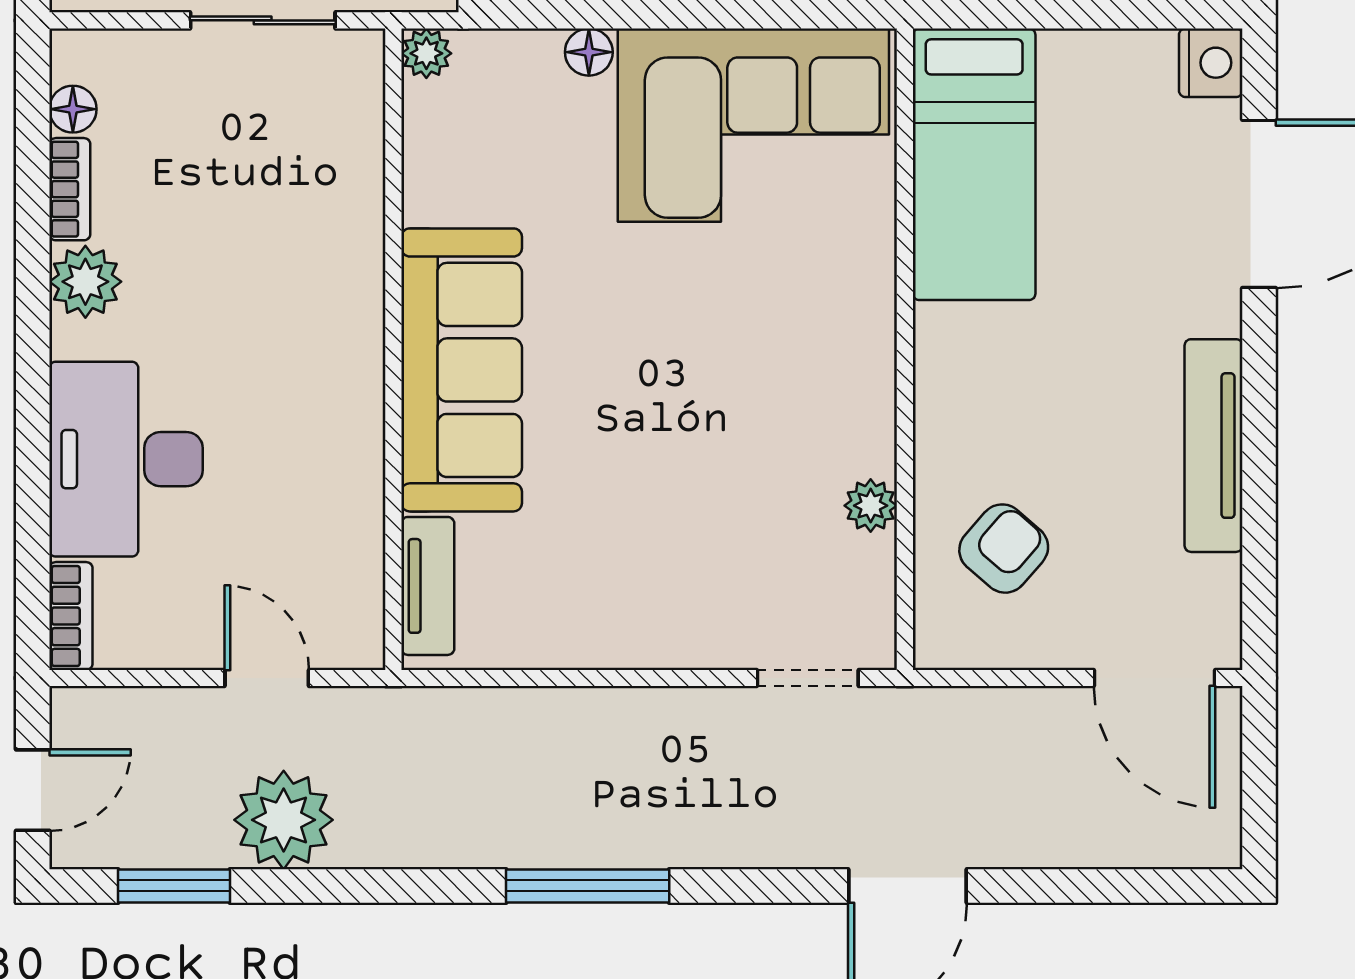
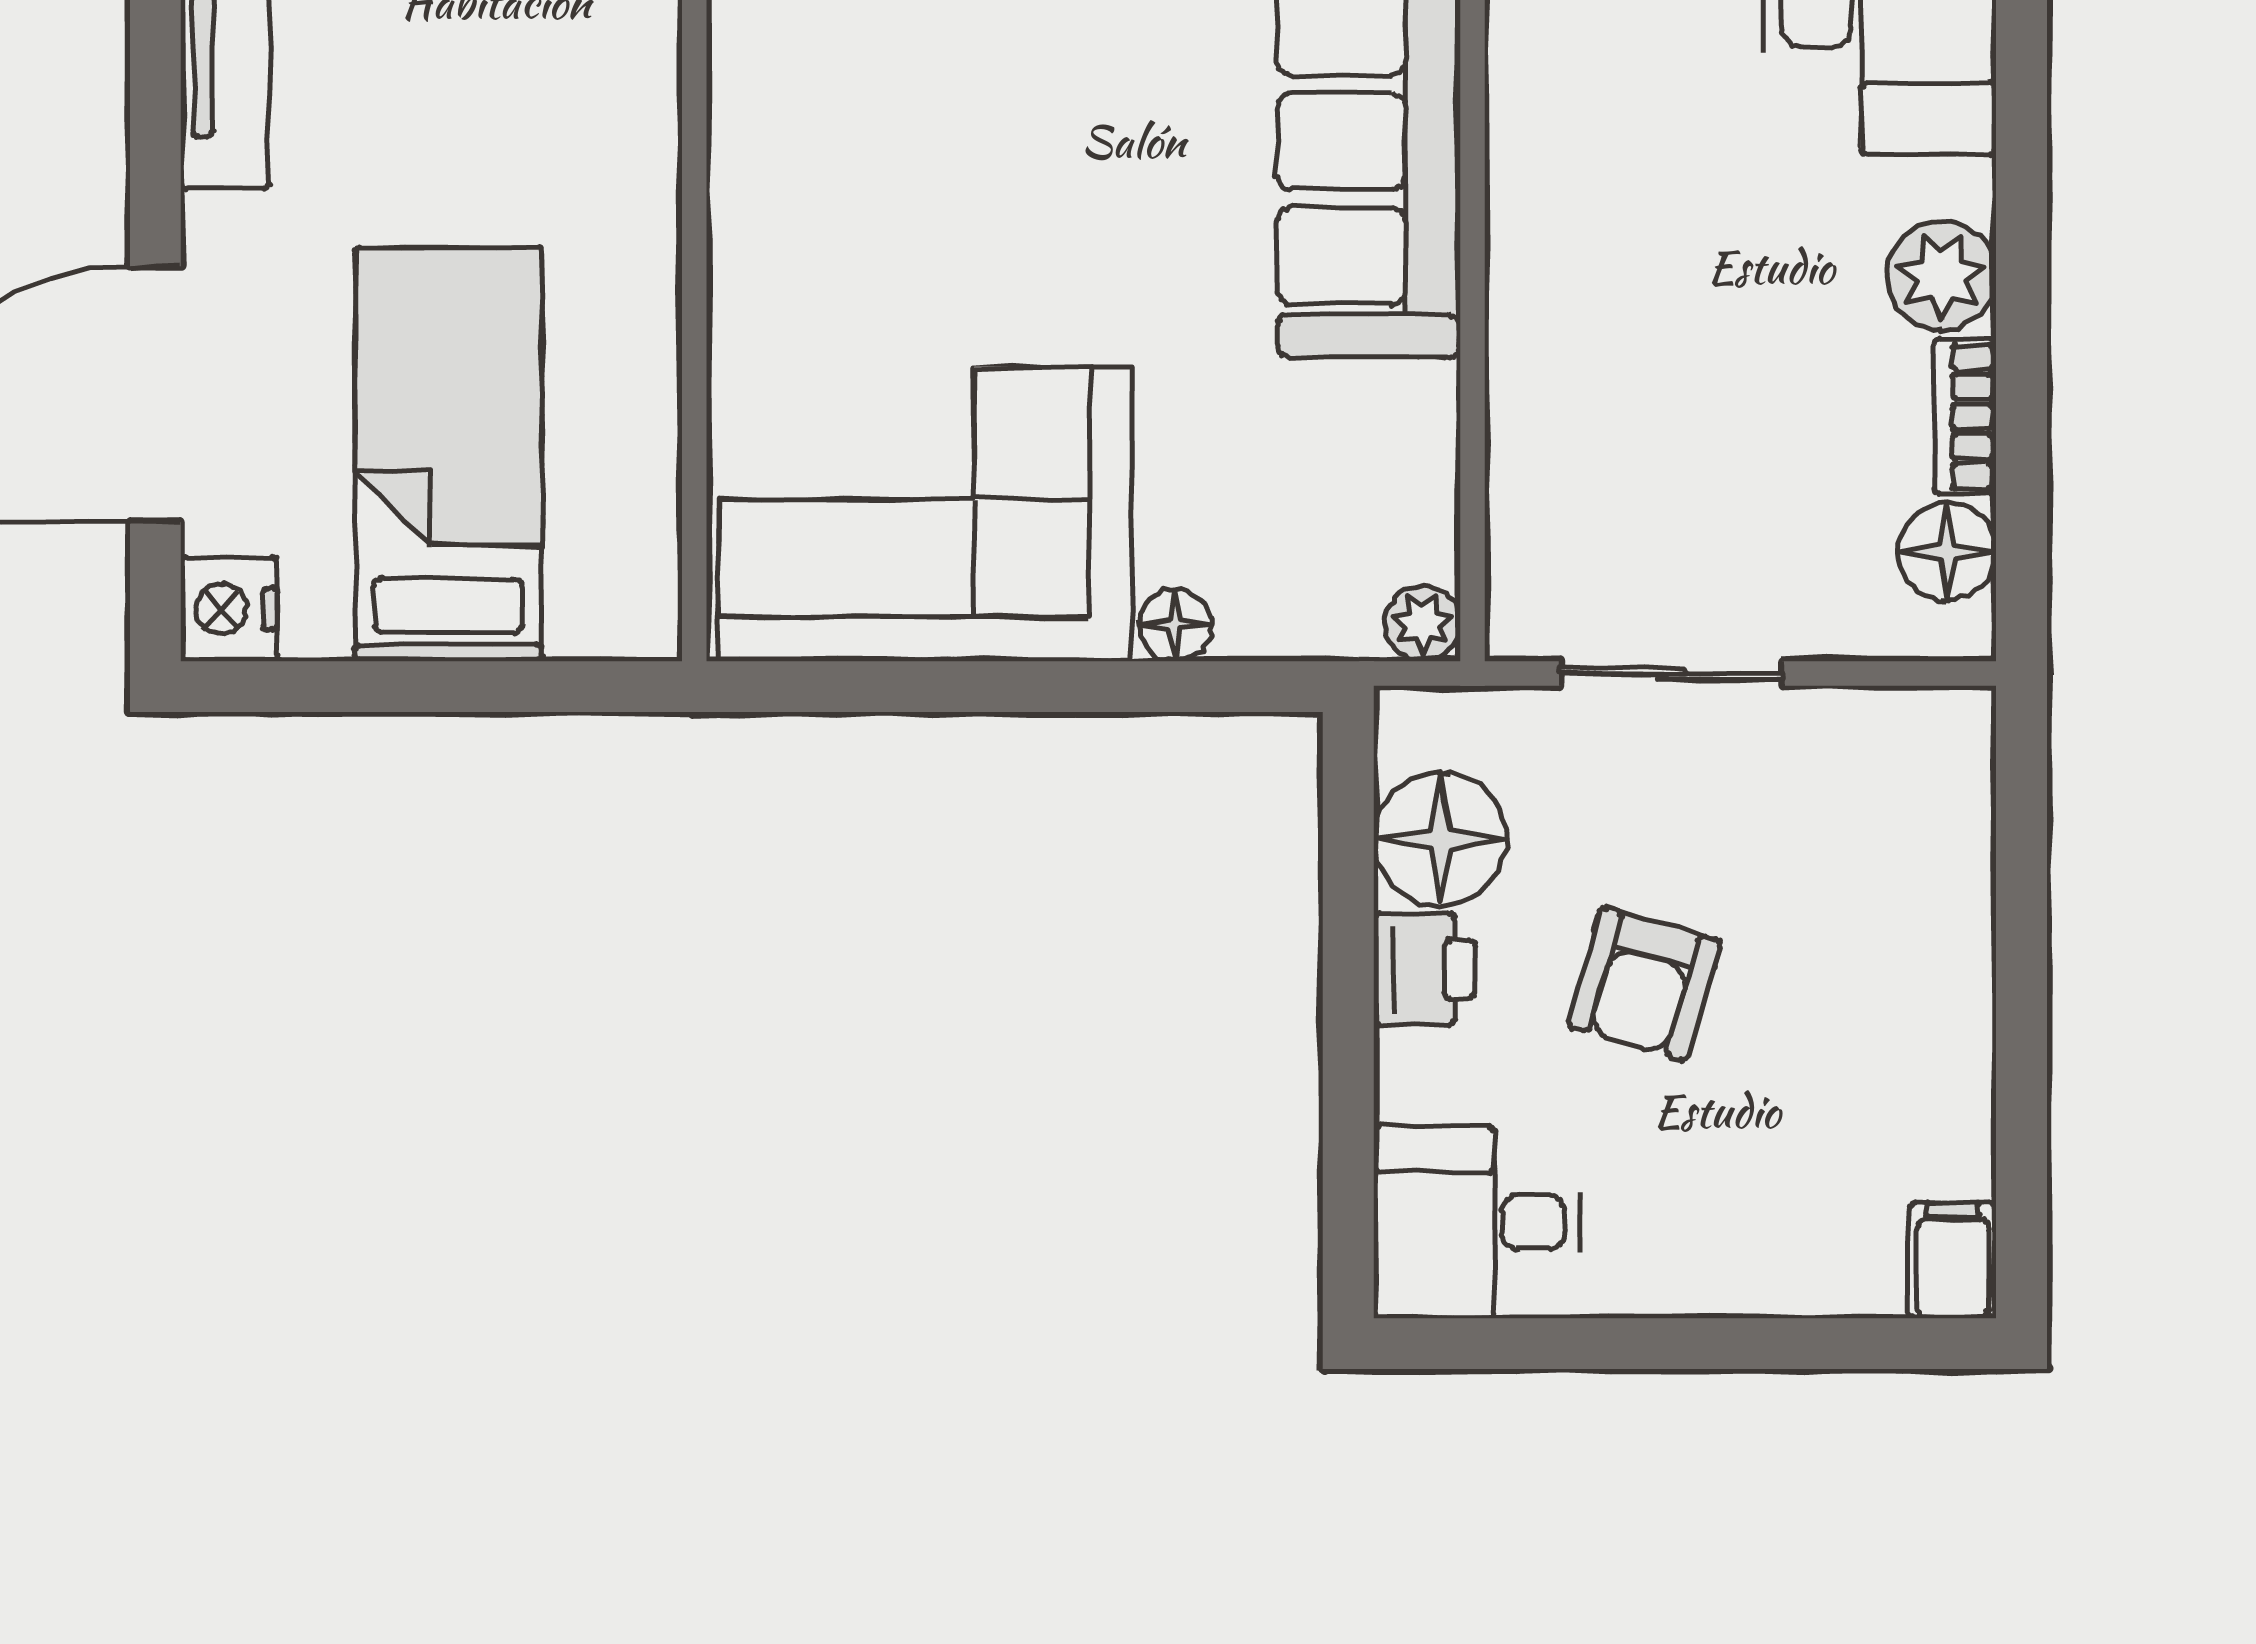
floor lamp: (73, 109) -> (1947, 552), width x1.37, depth x1.37
bed: (974, 164) -> (448, 454), moved

